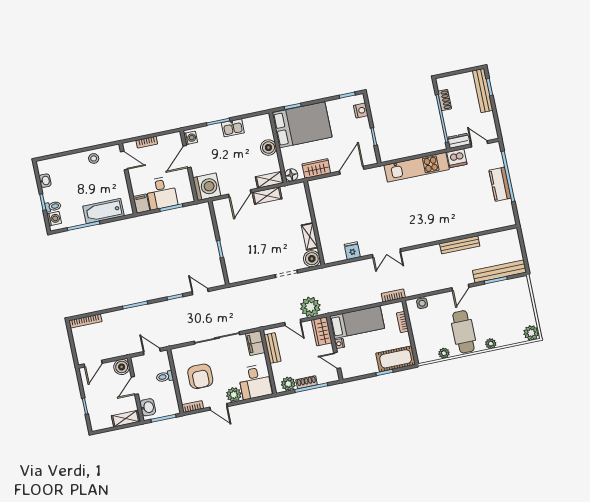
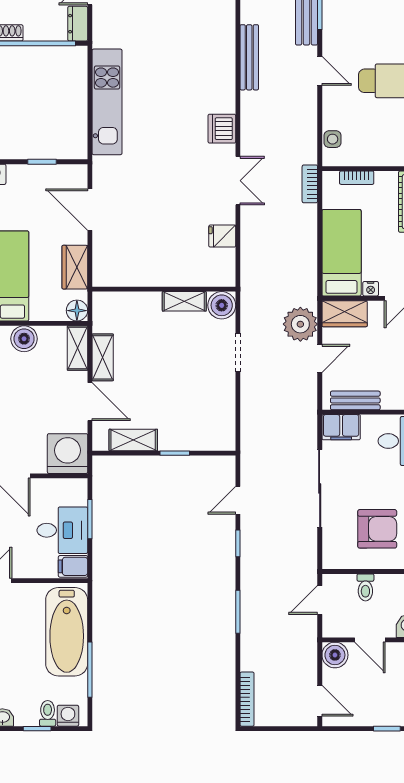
dishwasher: (457, 158) -> (222, 129), moved, turned 180
bathtub: (103, 211) -> (67, 632), width x1.36, depth x1.36
shelving: (223, 223) -> (133, 440), added

